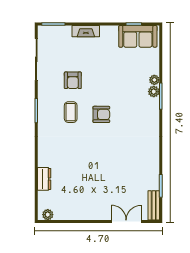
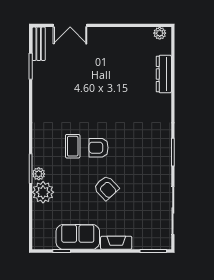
sofa: (138, 36) -> (78, 237), moved
armchair: (73, 80) -> (106, 188), moved, turned 137
plant: (154, 80) -> (43, 192), width x1.88, depth x1.88
coffee table: (71, 112) -> (73, 146), moved
dresser: (44, 179) -> (164, 74), width x1.44

